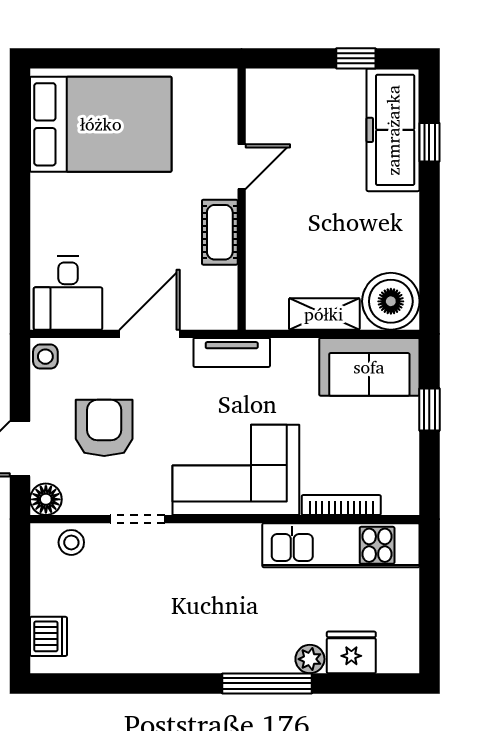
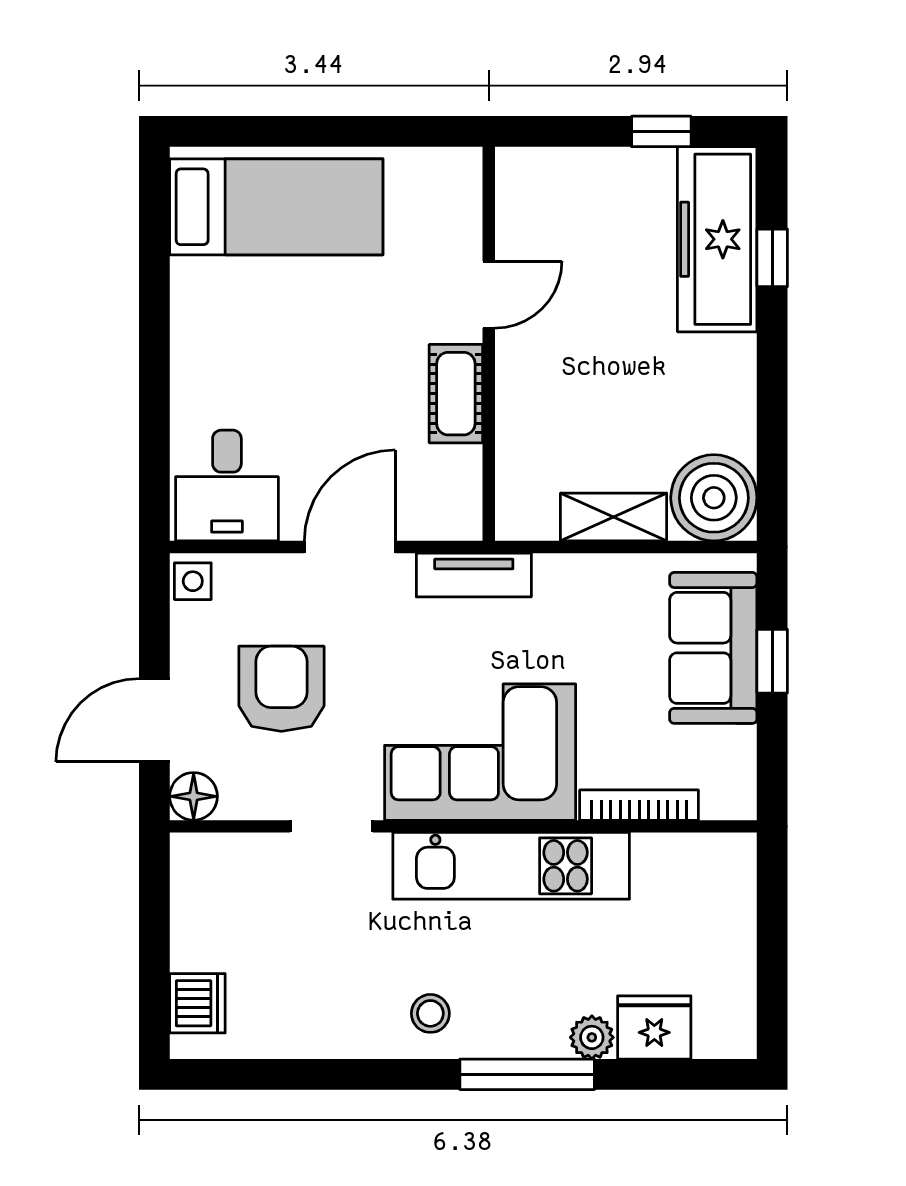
bed: (101, 124) -> (276, 207), width x0.67
sofa: (369, 367) -> (713, 648), moved, turned 90
stool: (71, 542) -> (430, 1013), moved
kitchen unit: (341, 545) -> (511, 866), moved

